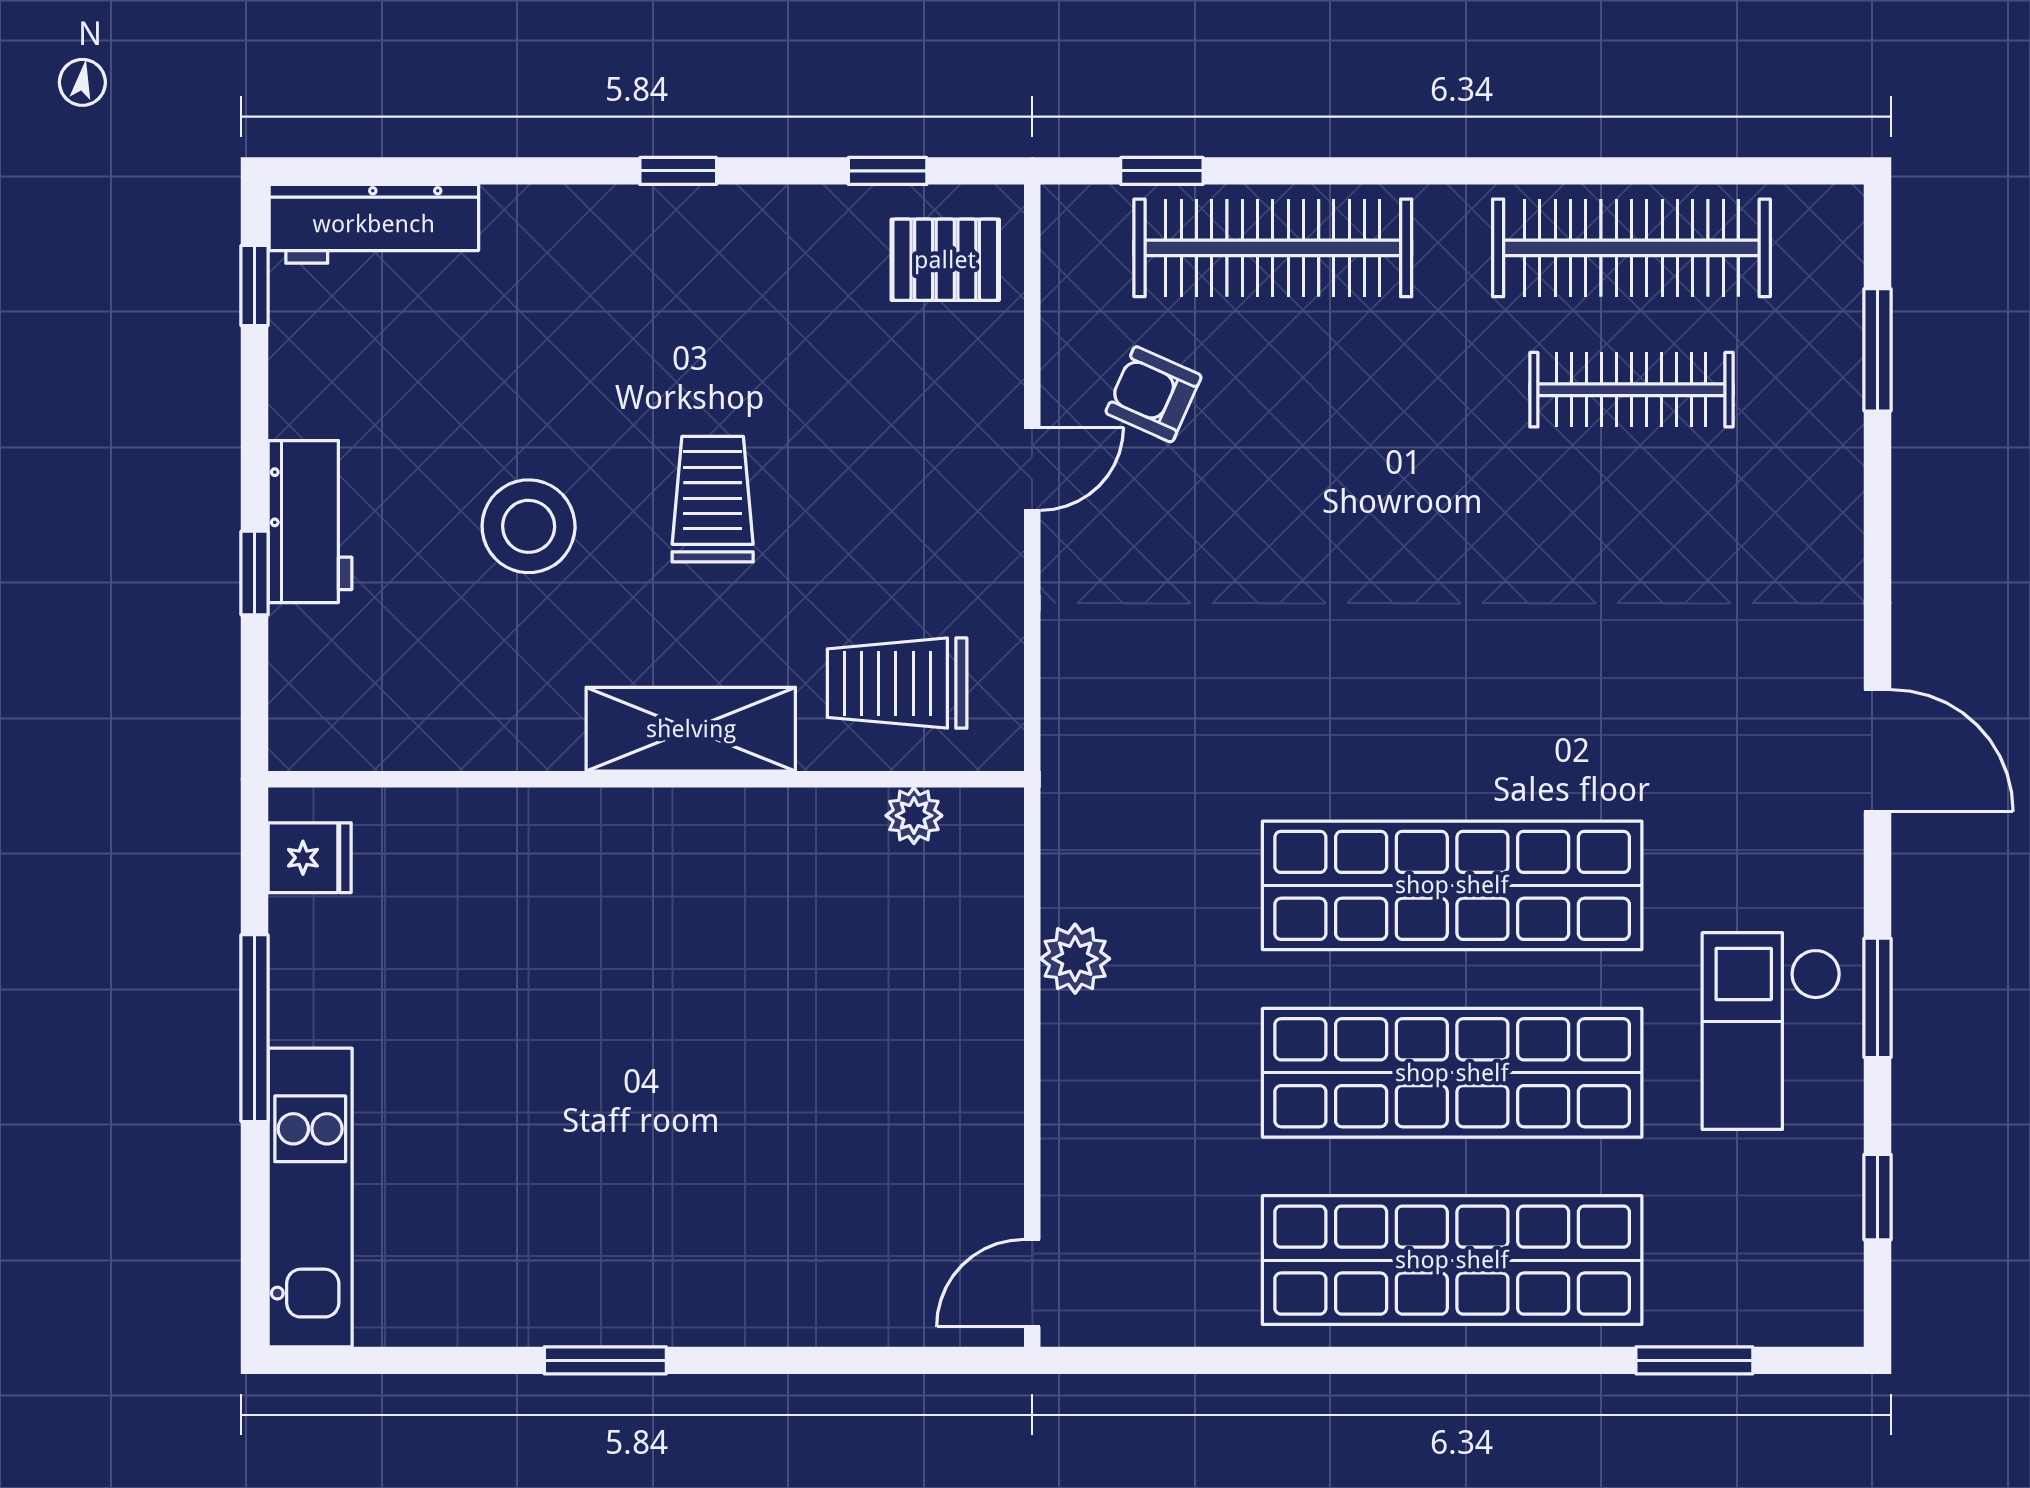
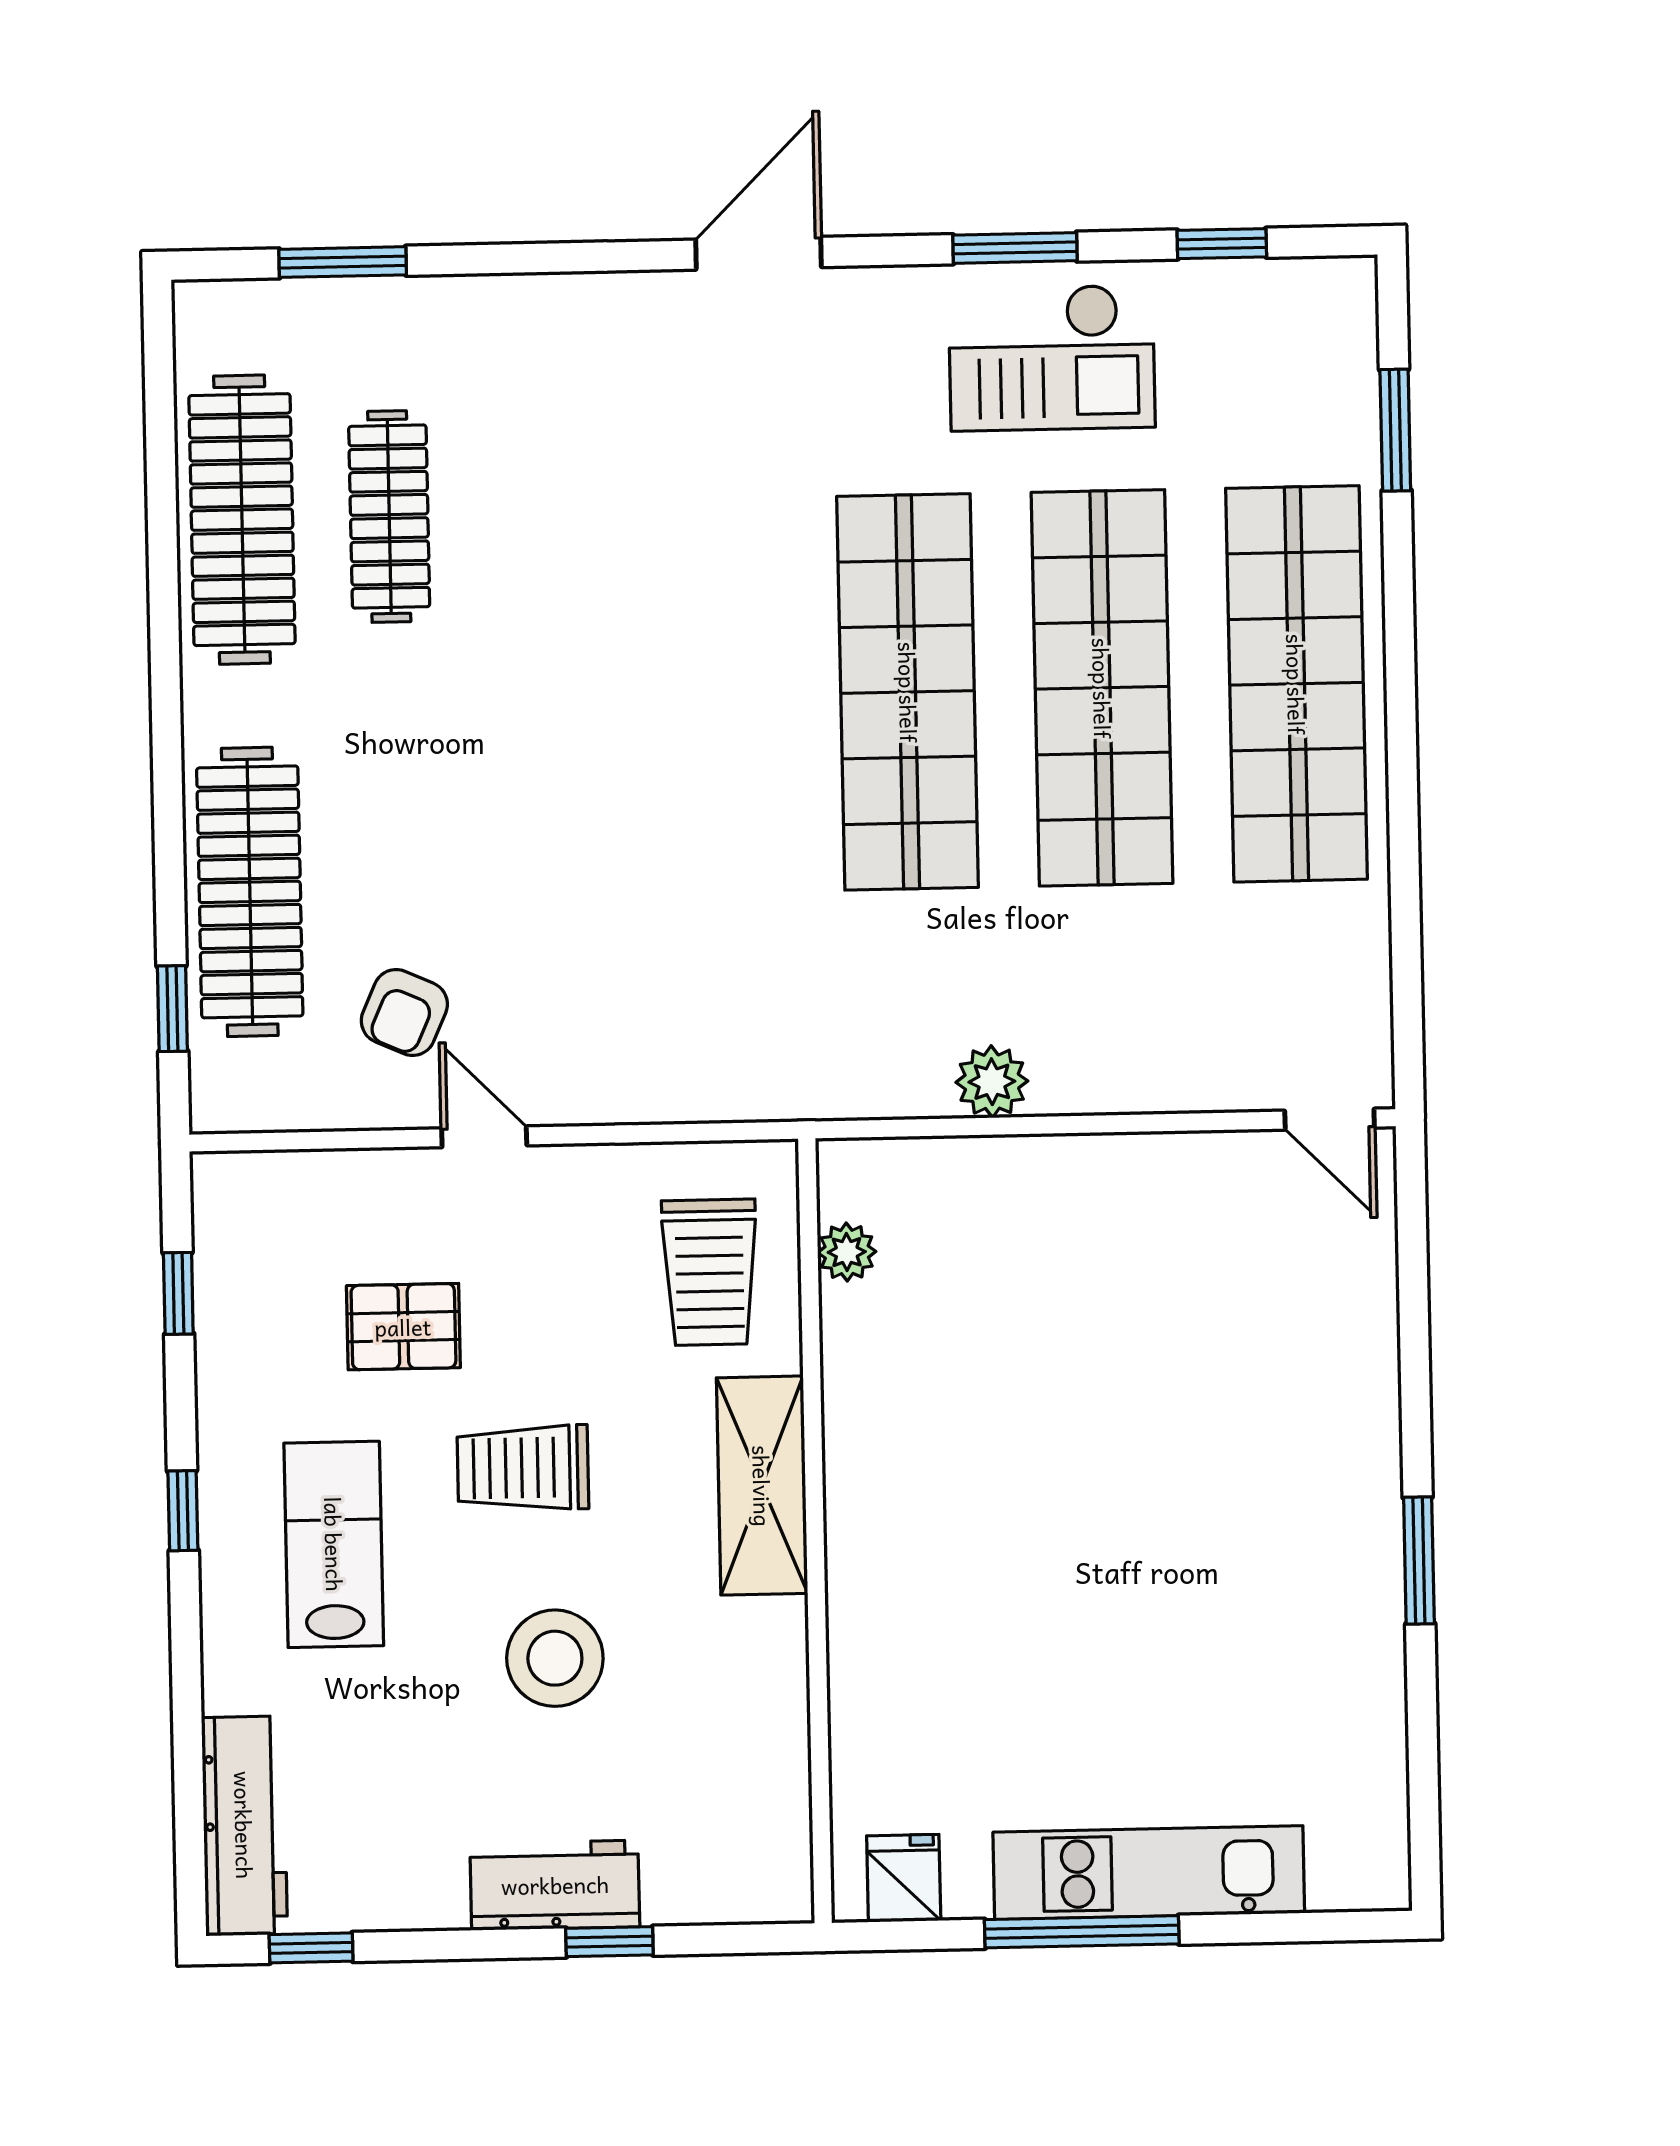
pallet: (945, 260) -> (403, 1327), moved, turned 90
lab bench: (643, 316) -> (334, 1544), added
kitchen unit: (310, 1198) -> (1149, 1873), moved

